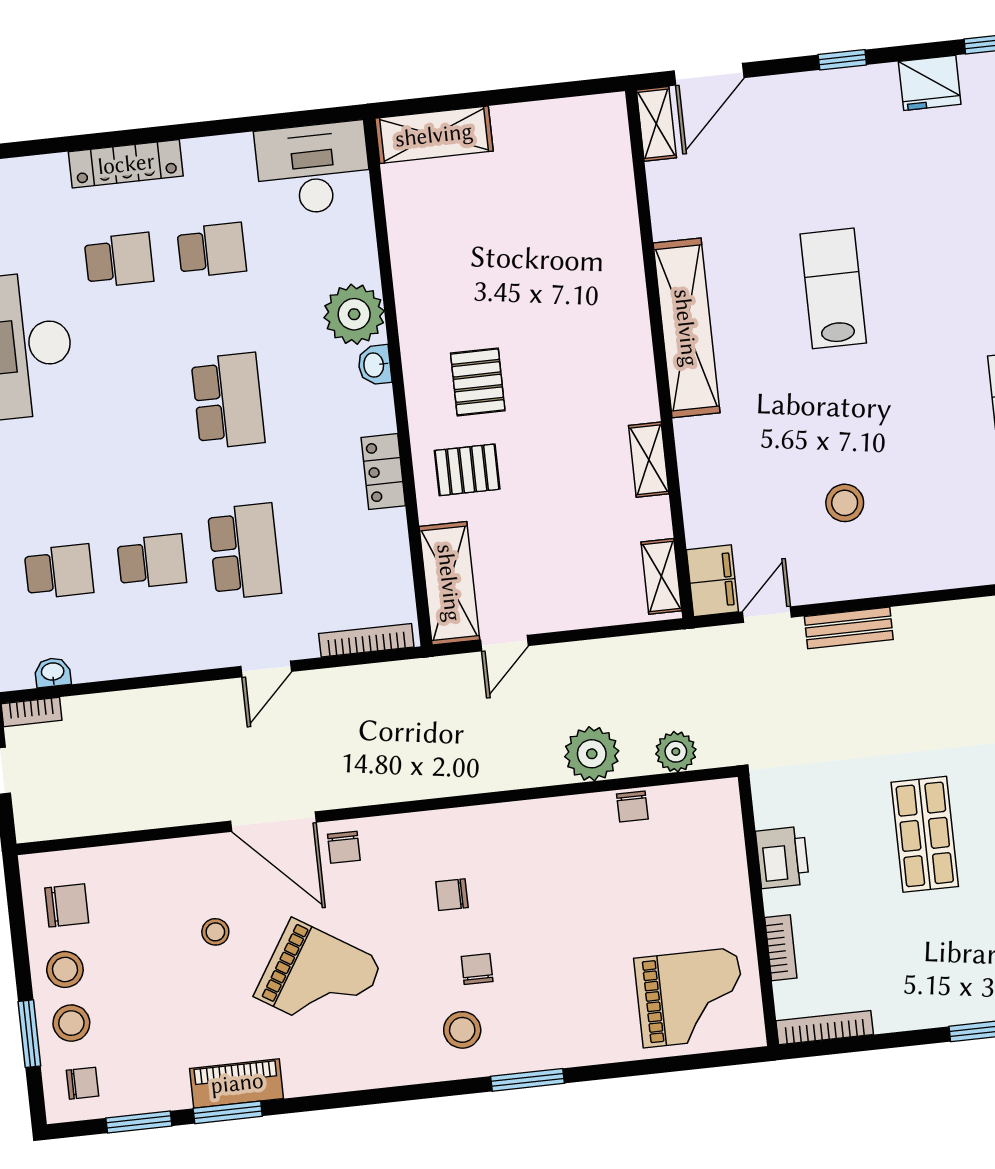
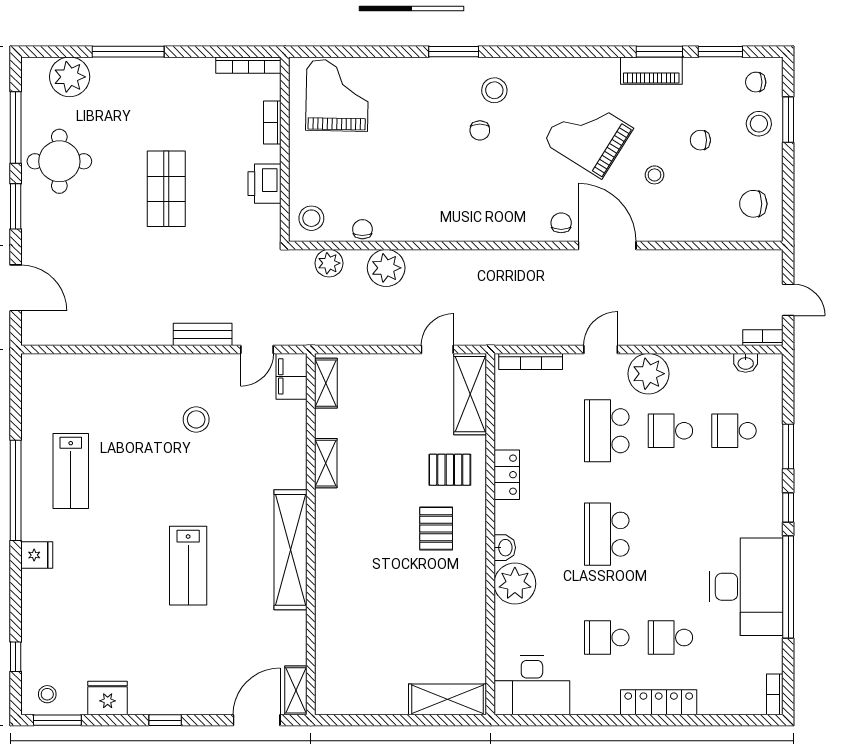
plant: (193, 641) -> (648, 374), added
chair: (452, 895) -> (700, 140), moved, turned 180
stool: (65, 969) -> (311, 218), moved
grand piano: (690, 998) -> (337, 95), turned 91

